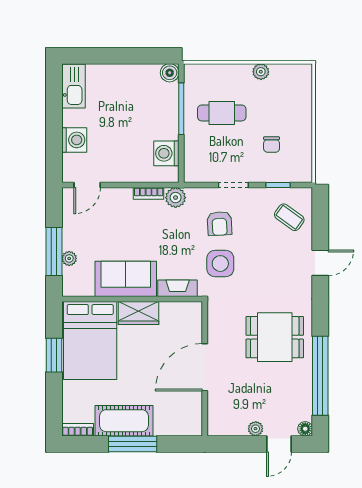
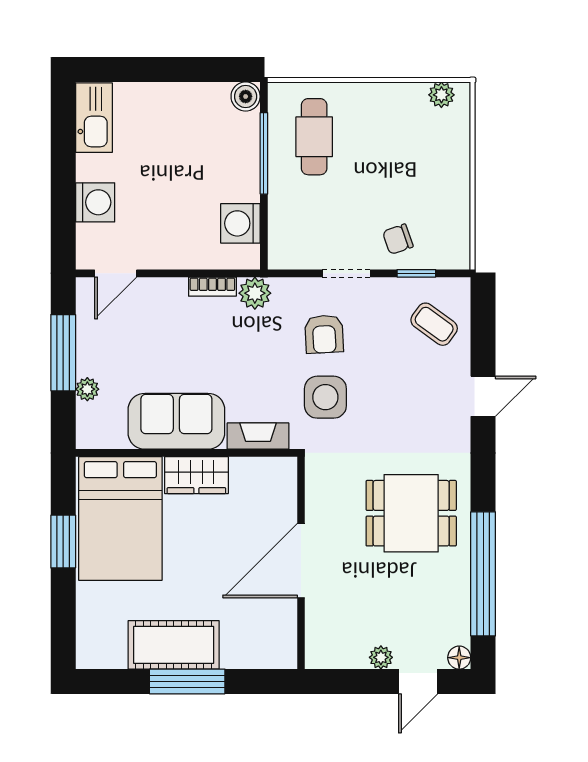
plant: (261, 72) -> (441, 95), moved
cafe table: (222, 113) -> (314, 137), moved, turned 90
chair: (272, 145) -> (398, 239), moved, turned 71
window: (54, 252) -> (63, 353), moved
bookcase: (78, 430) -> (101, 659), removed

